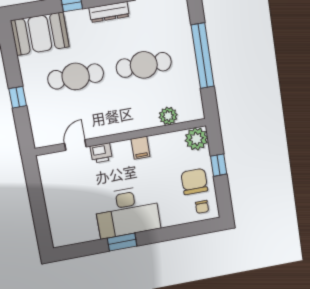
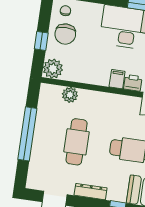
cafe table: (144, 65) -> (77, 142), turned 90
filing cabinet: (140, 148) -> (117, 79), moved

